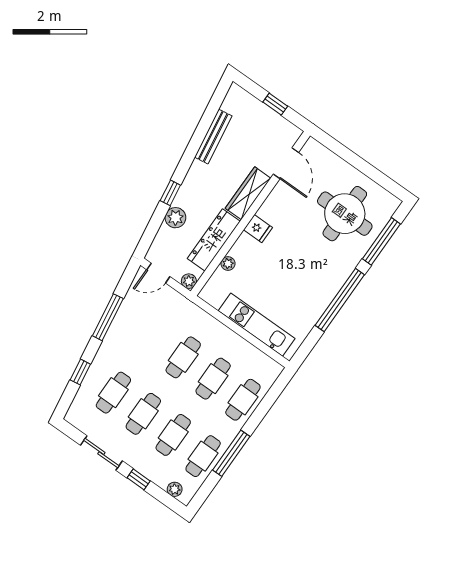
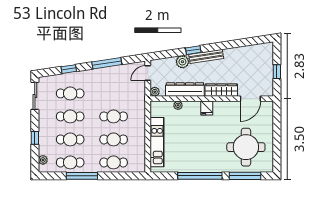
bench: (213, 137) -> (206, 56), moved
door: (158, 273) -> (148, 73), hinge flipped
sliding door: (101, 453) -> (35, 96), moved

